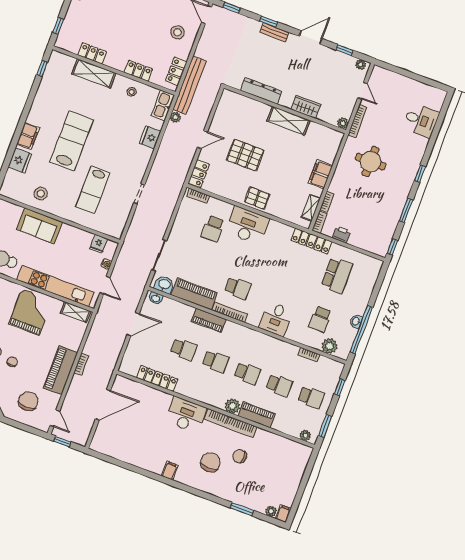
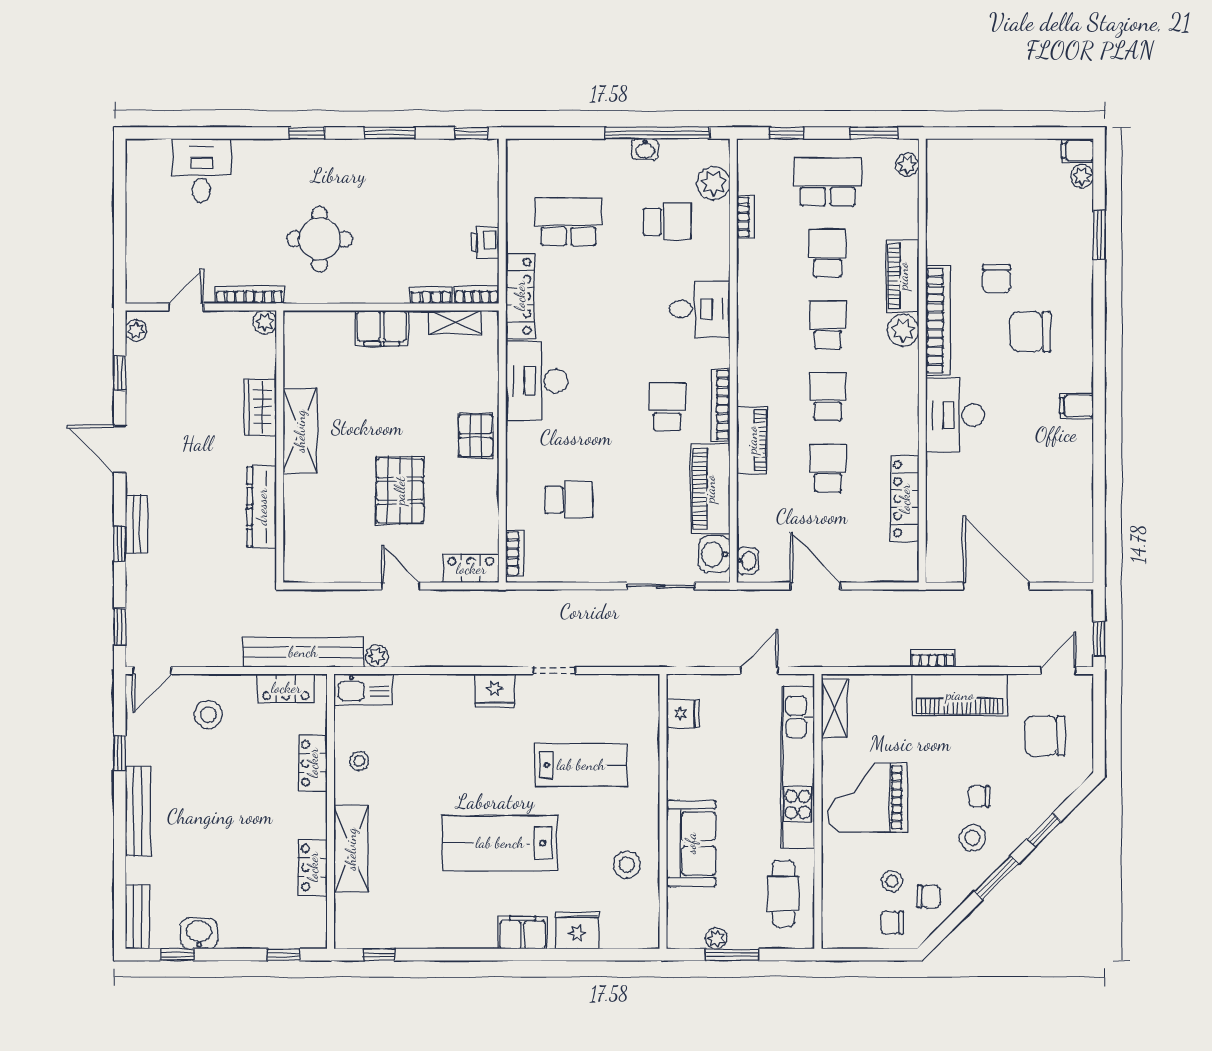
fridge: (150, 137) -> (495, 691), moved
desk: (247, 225) -> (537, 381), moved
water cooler: (106, 264) -> (717, 684), removed
school desk: (311, 397) -> (828, 182), width x1.85

